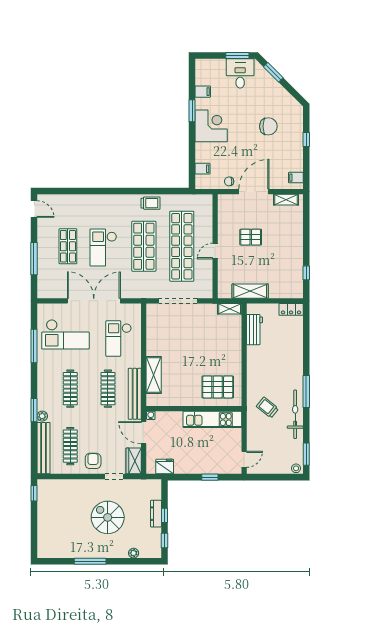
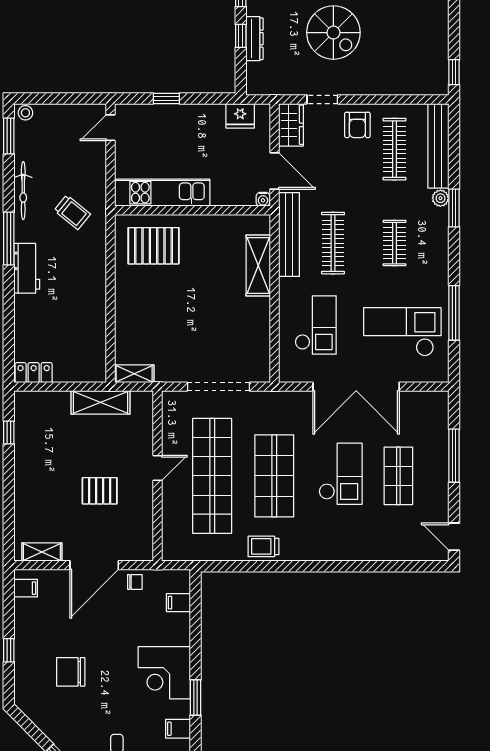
workbench: (254, 330) -> (27, 268), moved, turned 180
clothes rail: (70, 389) -> (395, 243), width x0.73
bicycle: (295, 414) -> (23, 191), width x0.73, depth x0.71

